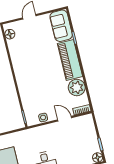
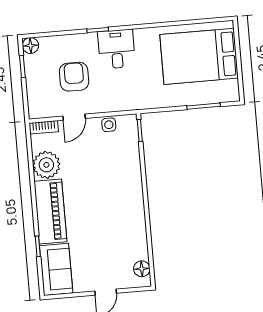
door: (65, 119) -> (74, 117), hinge flipped
armchair: (68, 143) -> (74, 77), added

